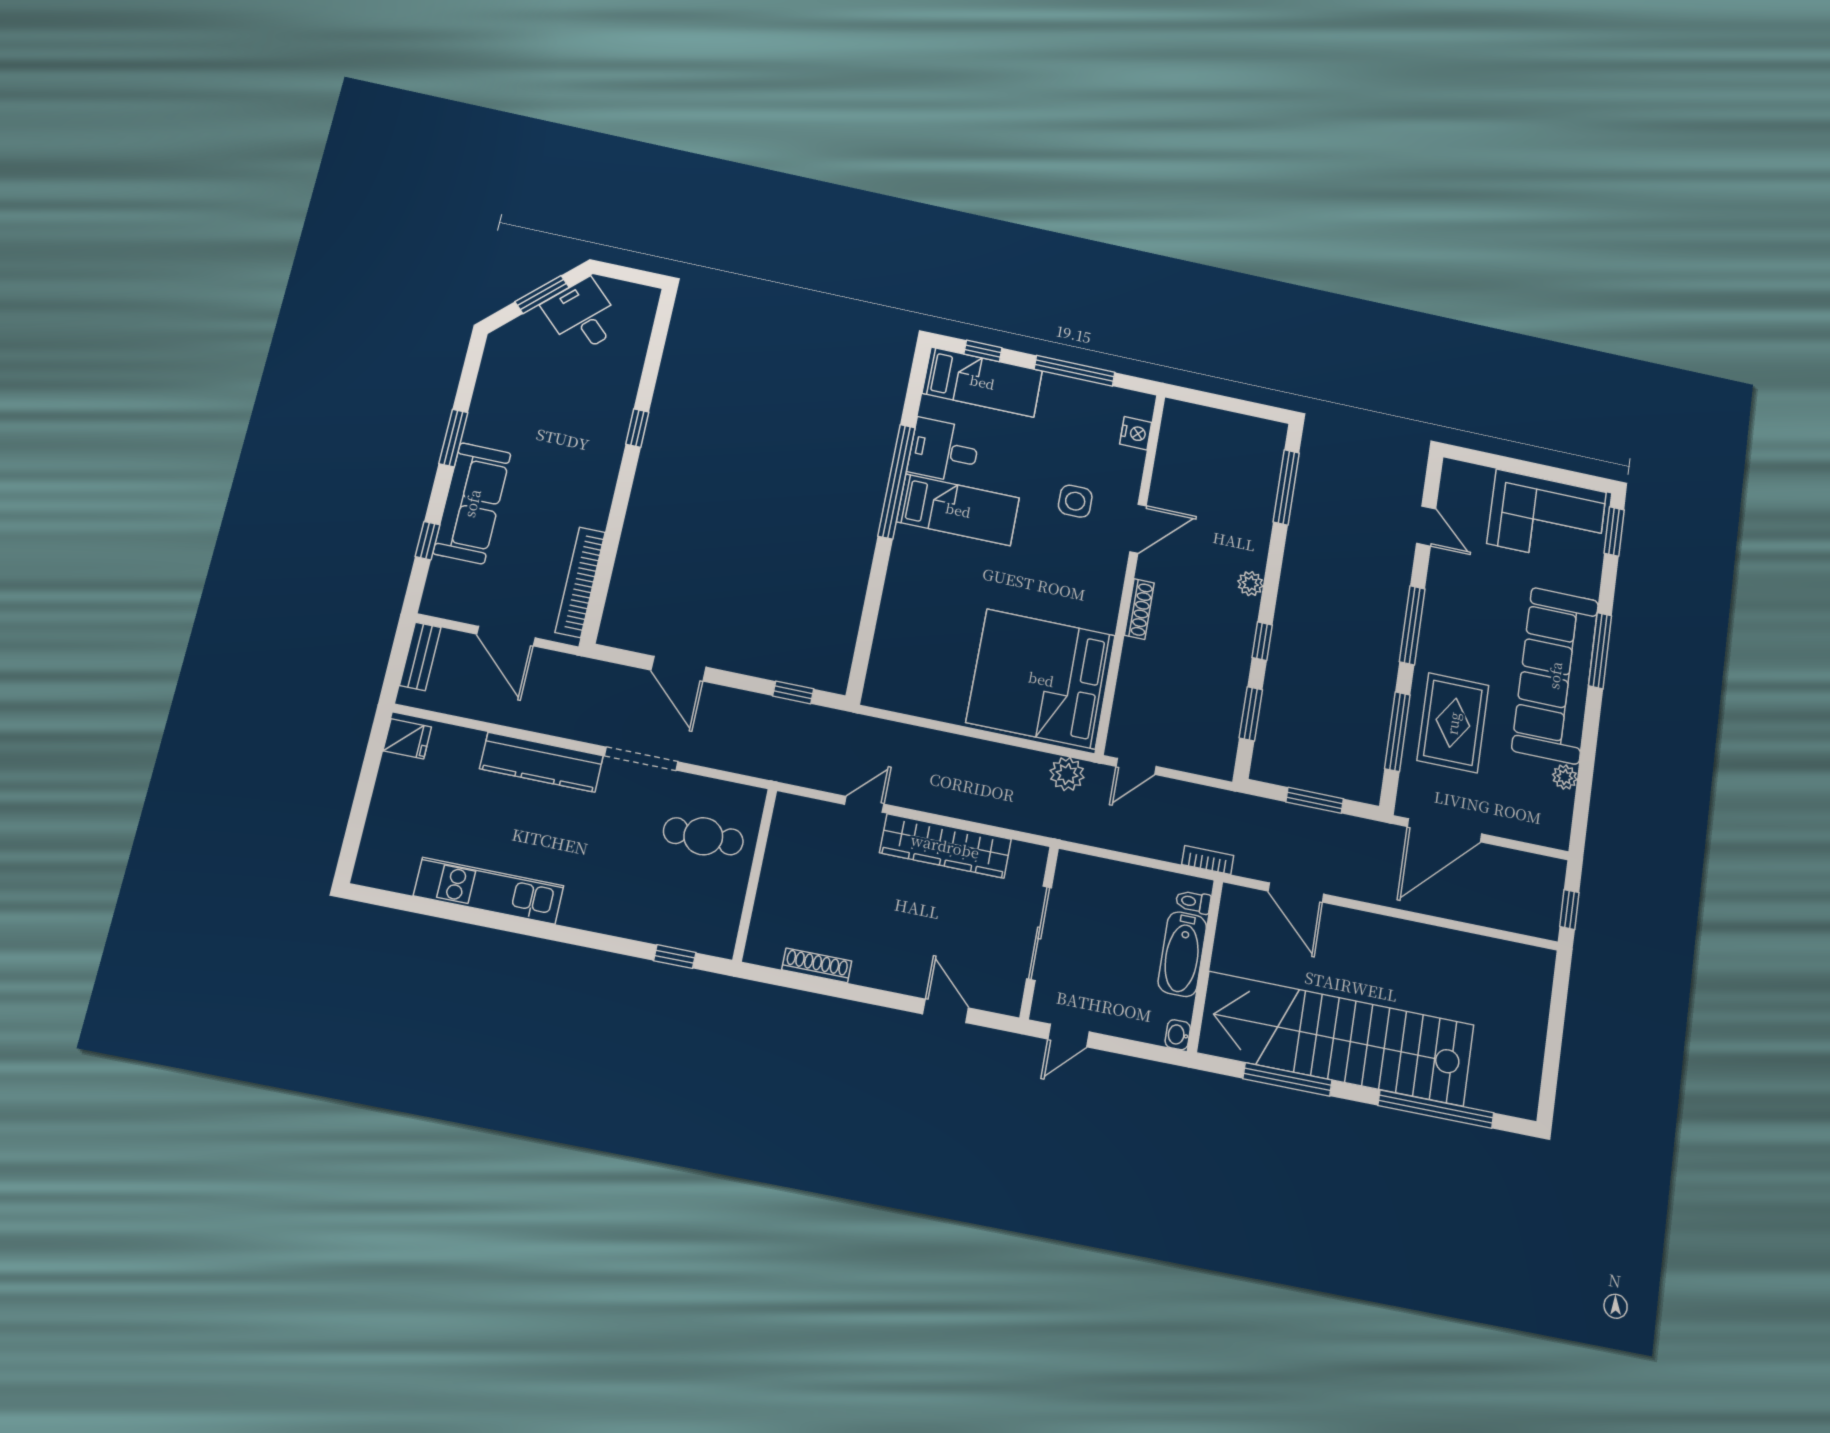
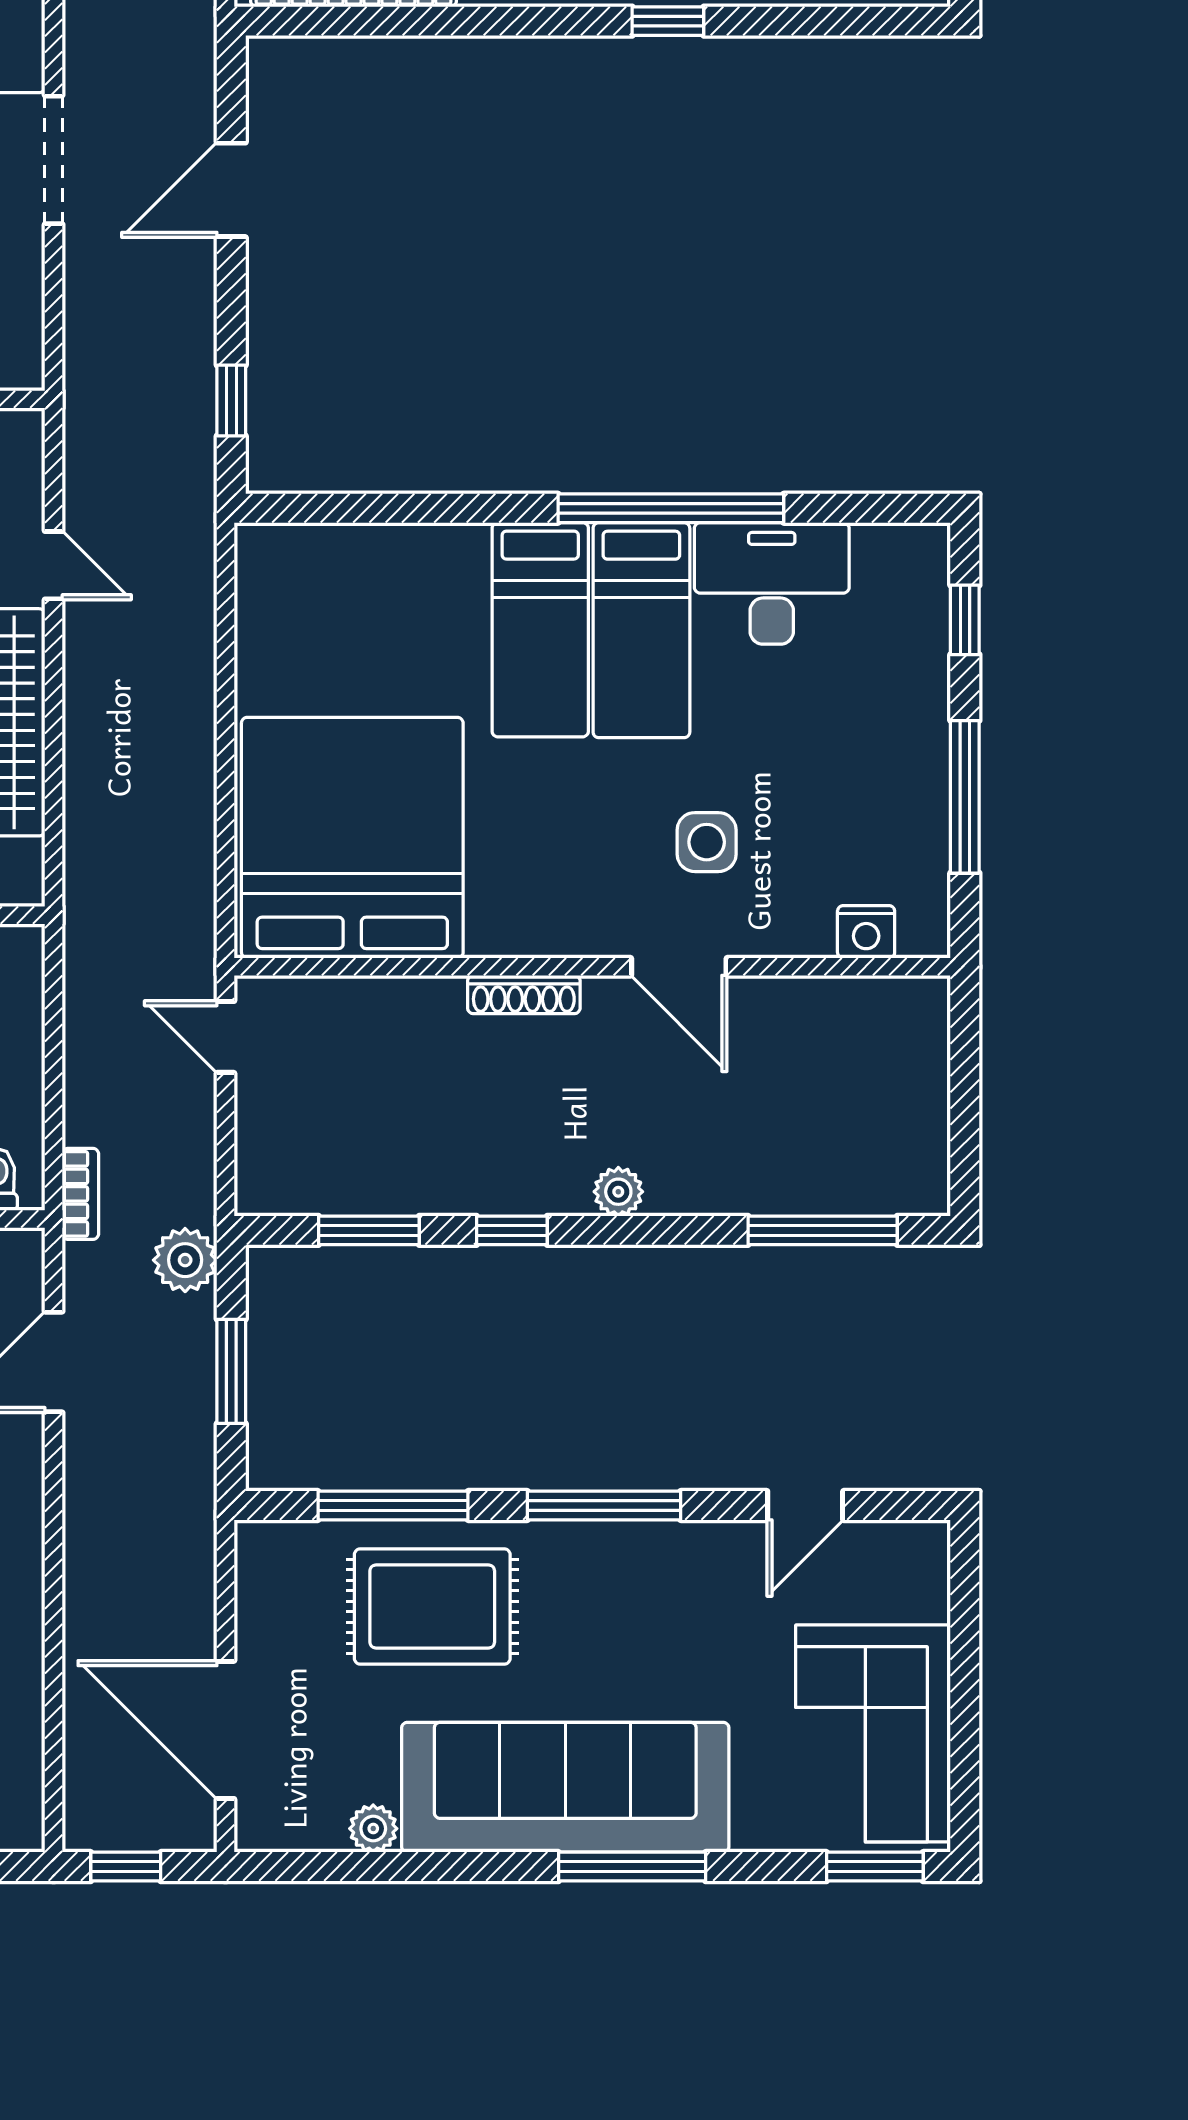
bed: (982, 382) -> (540, 630), moved
desk: (944, 451) -> (772, 583), width x1.37
plant: (1067, 774) -> (185, 1260), moved
door: (1444, 830) -> (225, 1730), moved

